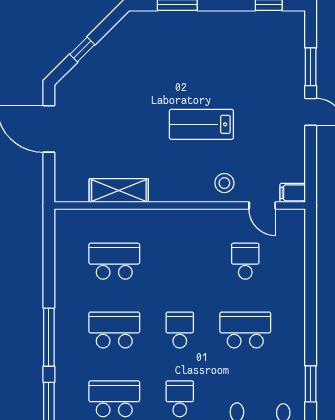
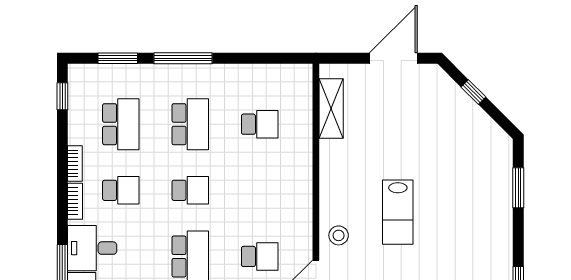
lab bench: (201, 124) -> (398, 212), turned 180
shelving: (119, 190) -> (331, 109), moved
school desk: (114, 261) -> (260, 124), width x0.54

